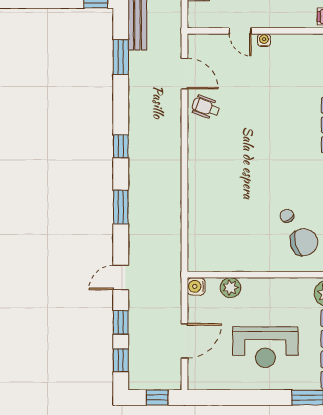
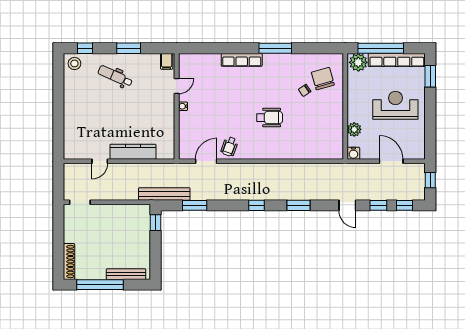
door: (240, 31) -> (177, 86), moved
wheelchair: (248, 165) -> (270, 118), added
reception desk: (265, 347) -> (395, 105), turned -90

